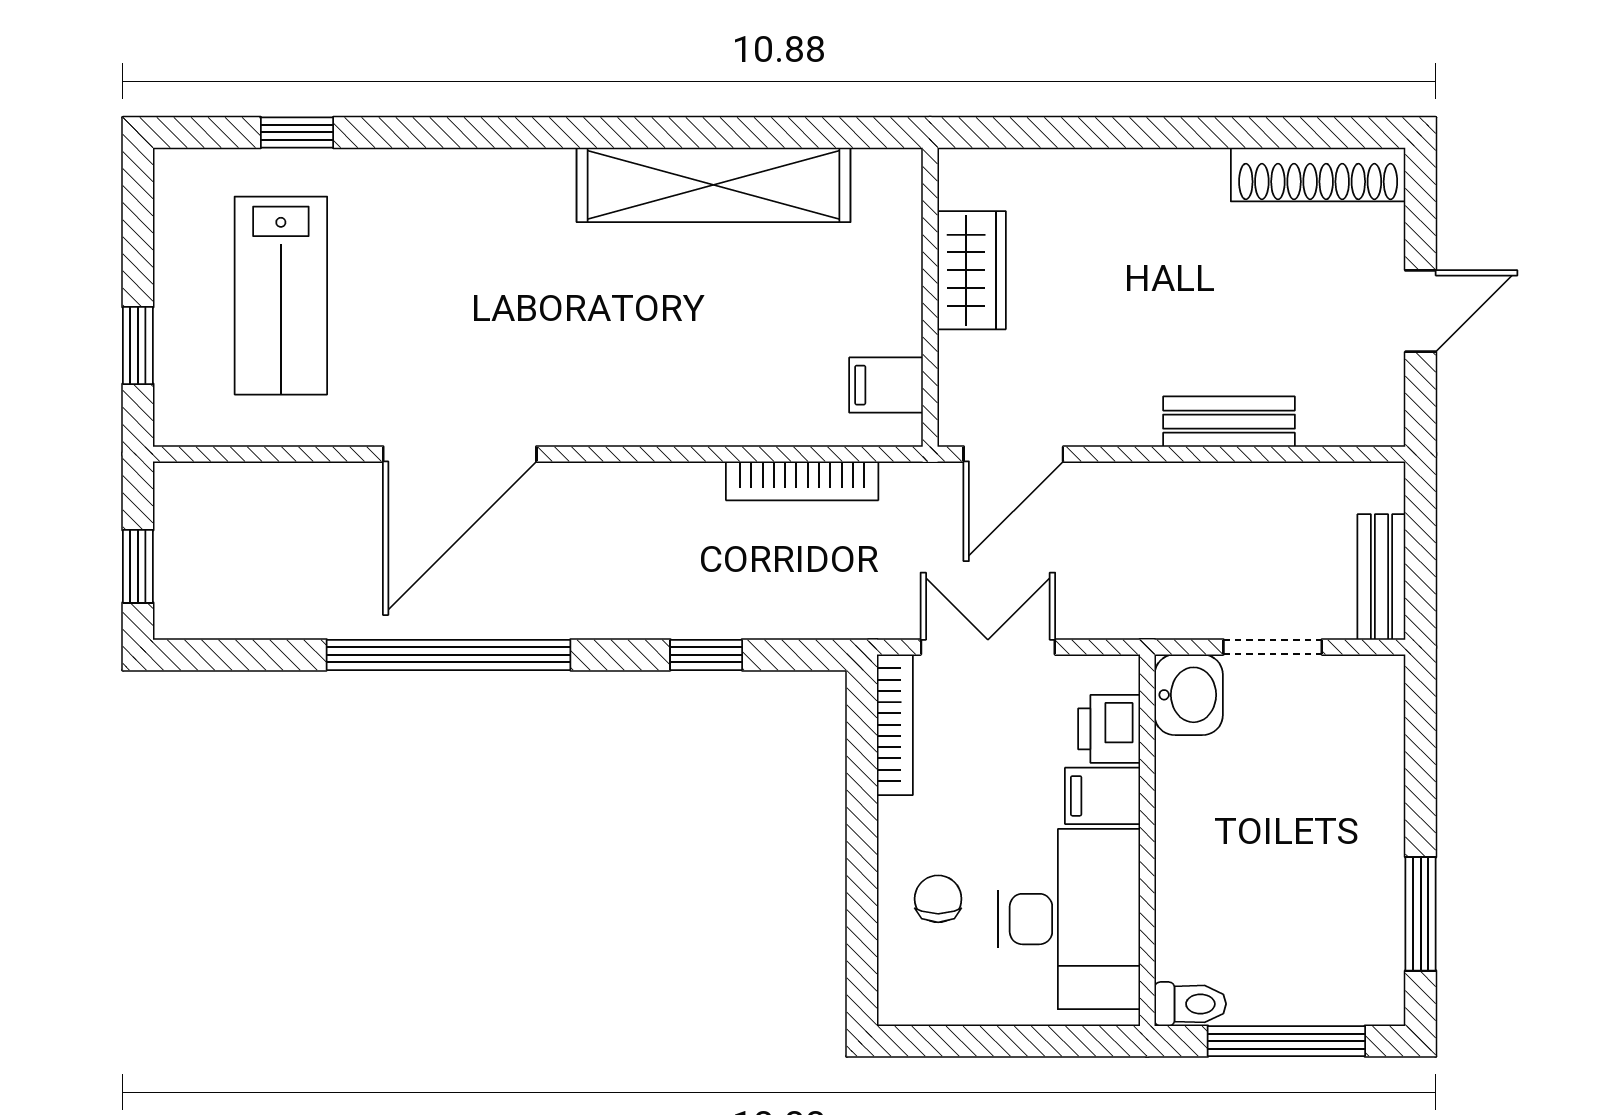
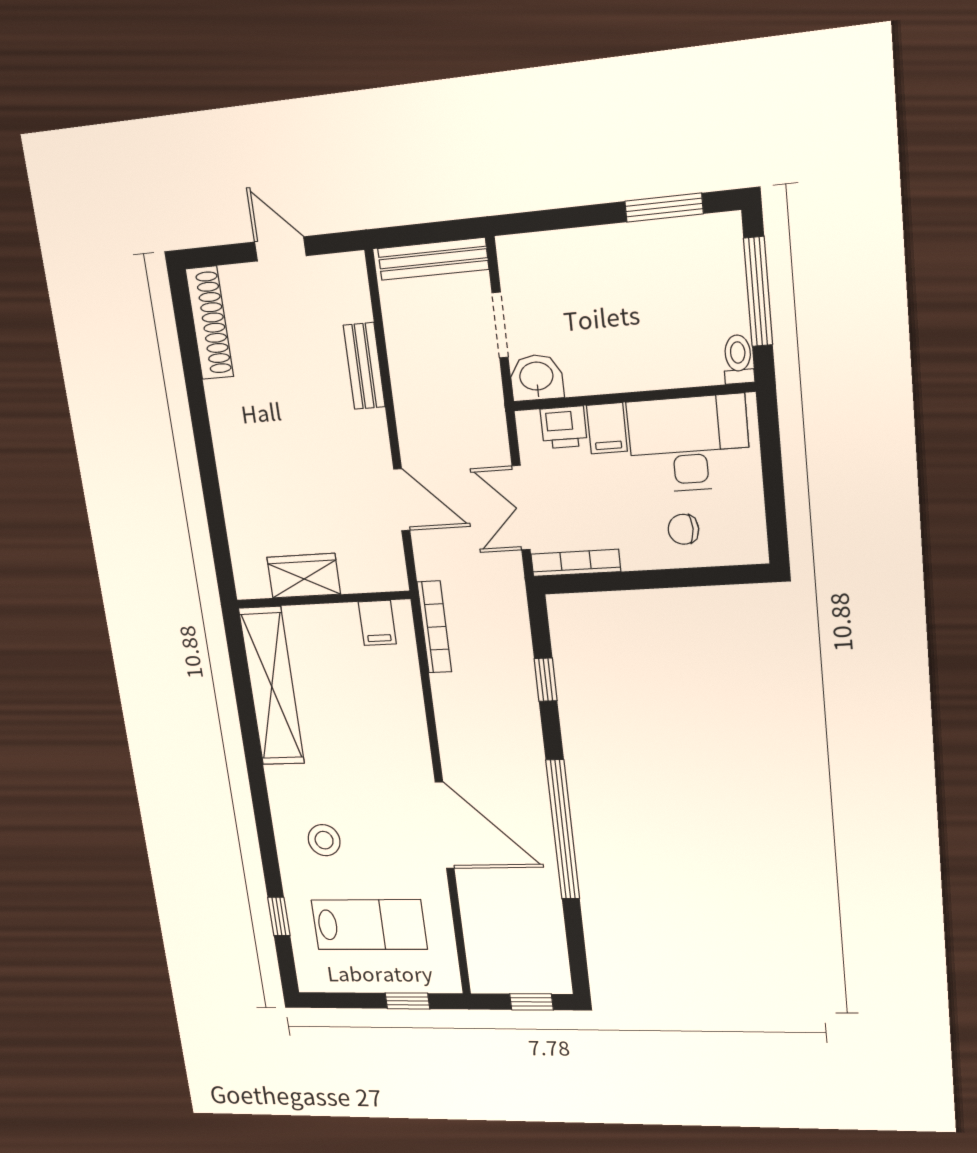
stool: (437, 237) -> (324, 840), added
wardrobe: (972, 270) -> (304, 576), moved
wall: (930, 297) -> (323, 599), moved
filing cabinet: (886, 385) -> (377, 623), moved
bench: (1381, 577) -> (433, 259), width x1.36

